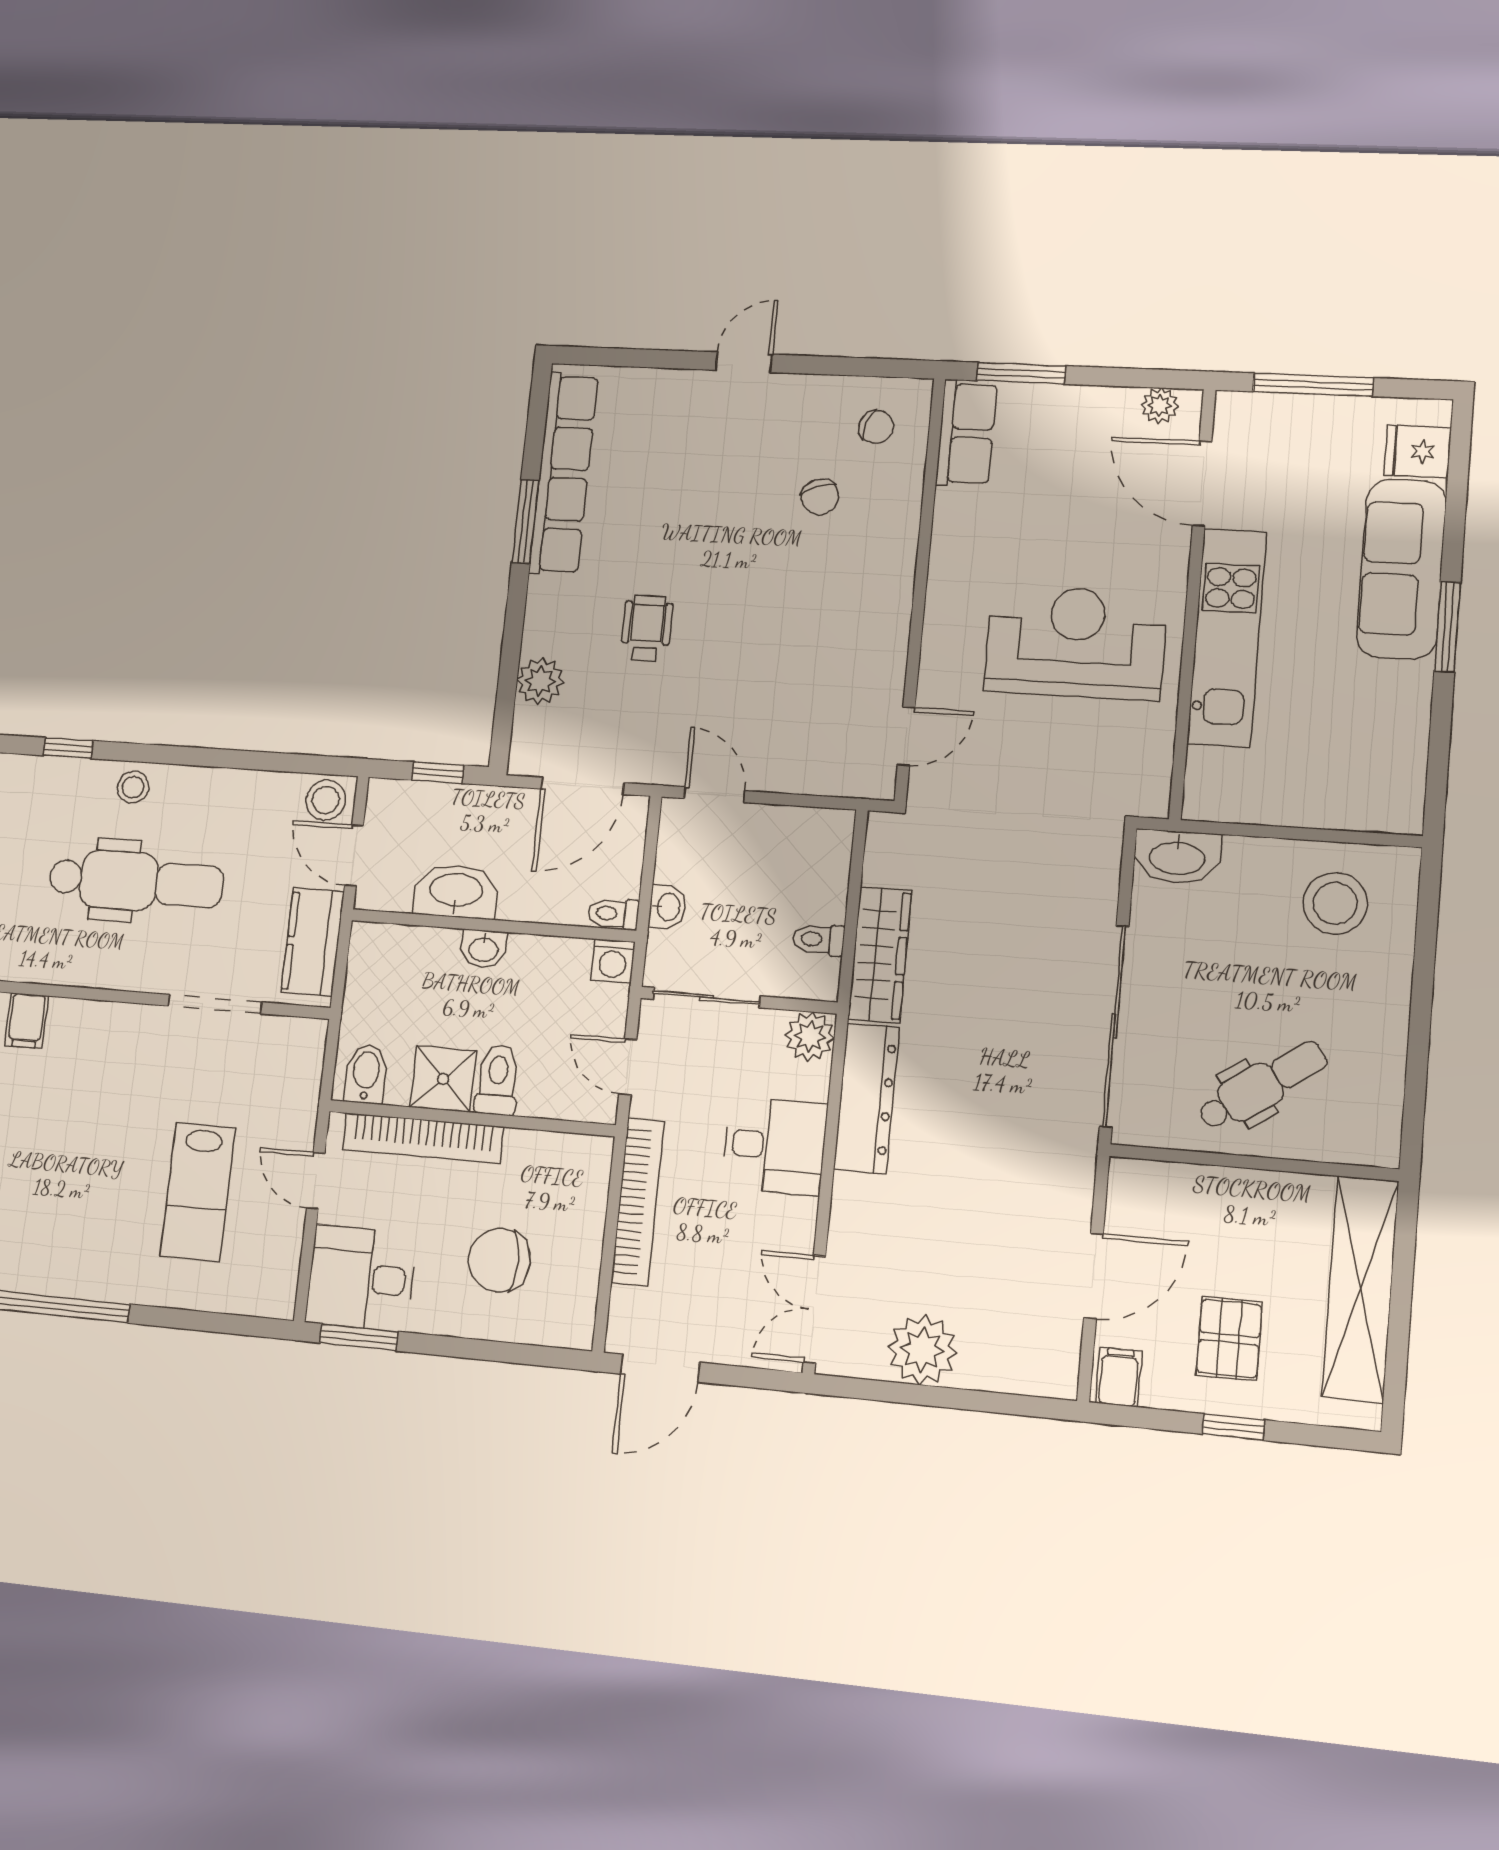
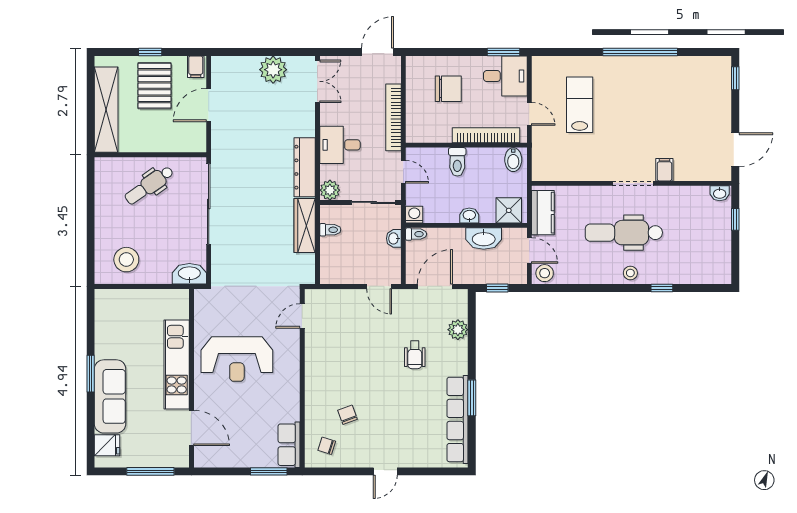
plant: (1160, 406) -> (211, 460), removed
doorway: (215, 1004) -> (633, 183), moved
shower: (443, 1079) -> (509, 210), moved
pallet: (1229, 1339) -> (154, 86), width x1.50, depth x1.42

